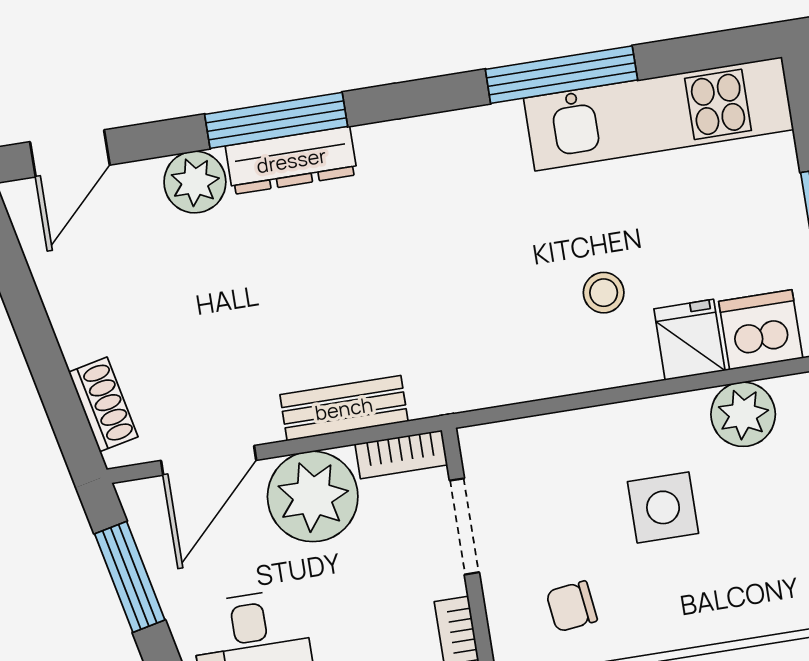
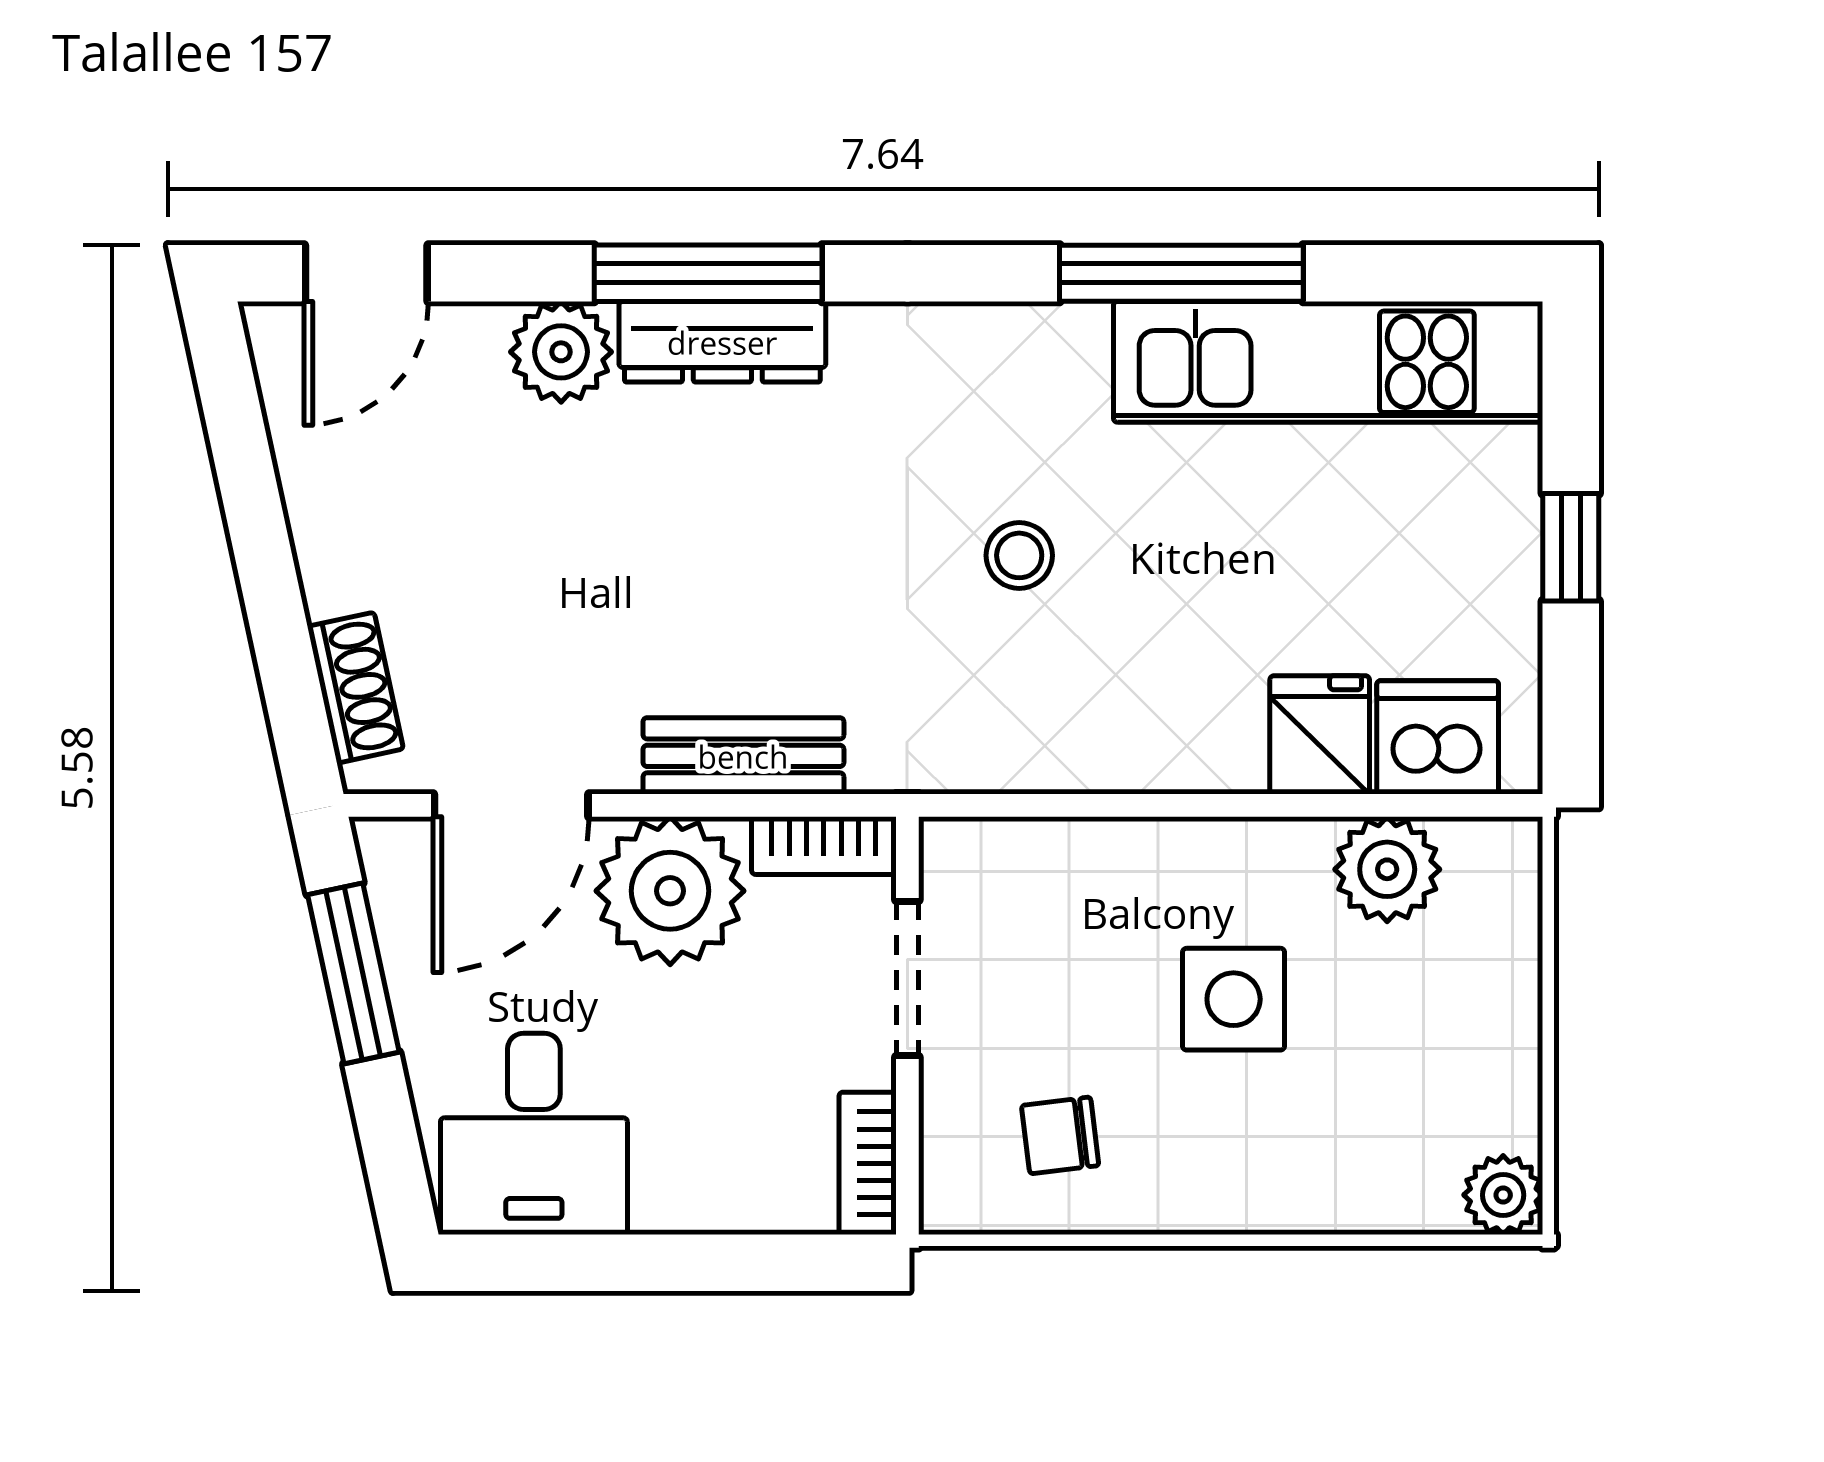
stool: (604, 293) -> (1019, 555), moved

